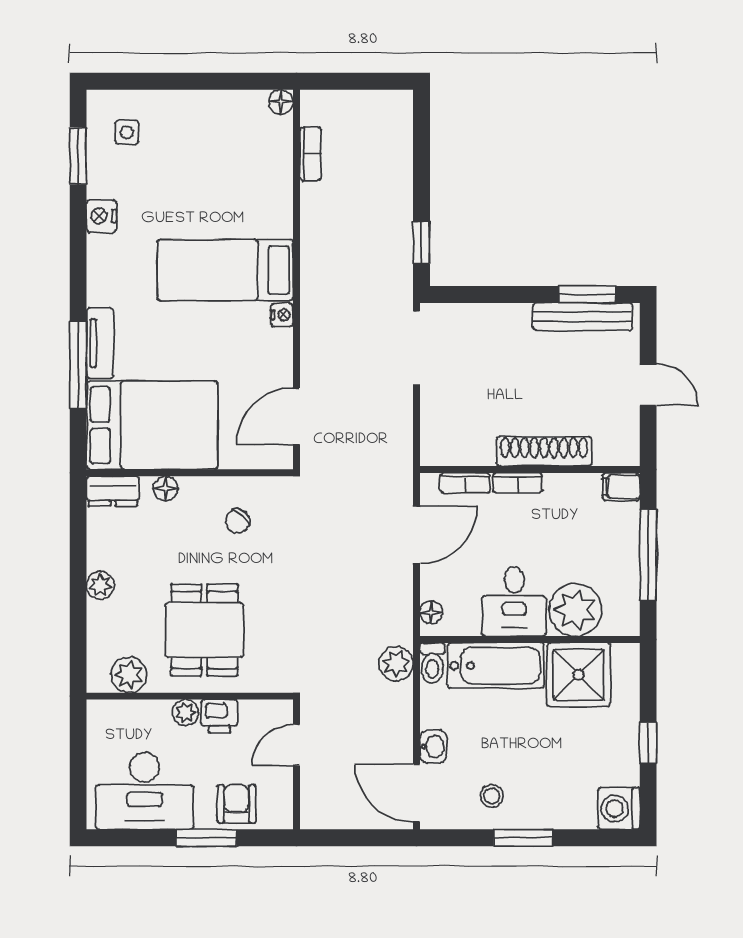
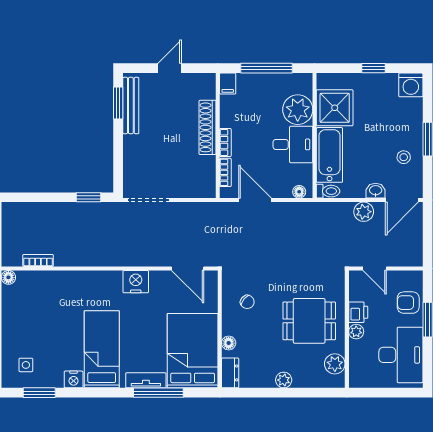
bed: (225, 270) -> (102, 349), moved, turned 180
nightstand: (282, 315) -> (136, 282), width x1.89, depth x1.79
plant: (396, 664) -> (364, 212), moved

